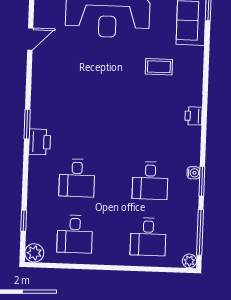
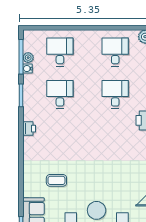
printer: (193, 116) -> (29, 129), moved
water cooler: (193, 173) -> (28, 69), moved
plant: (189, 261) -> (28, 58), moved

